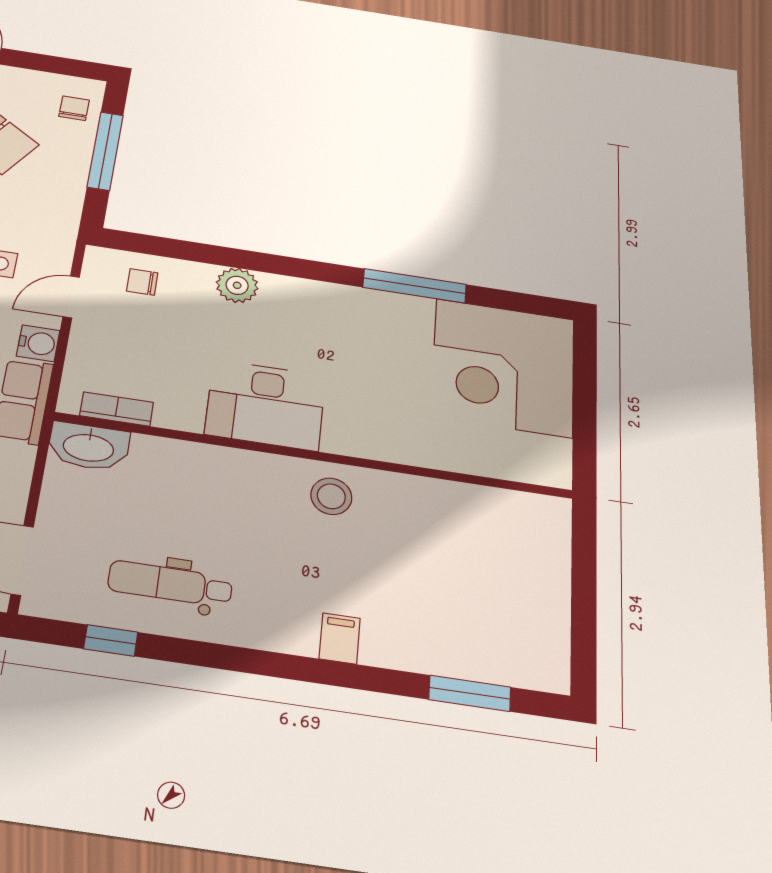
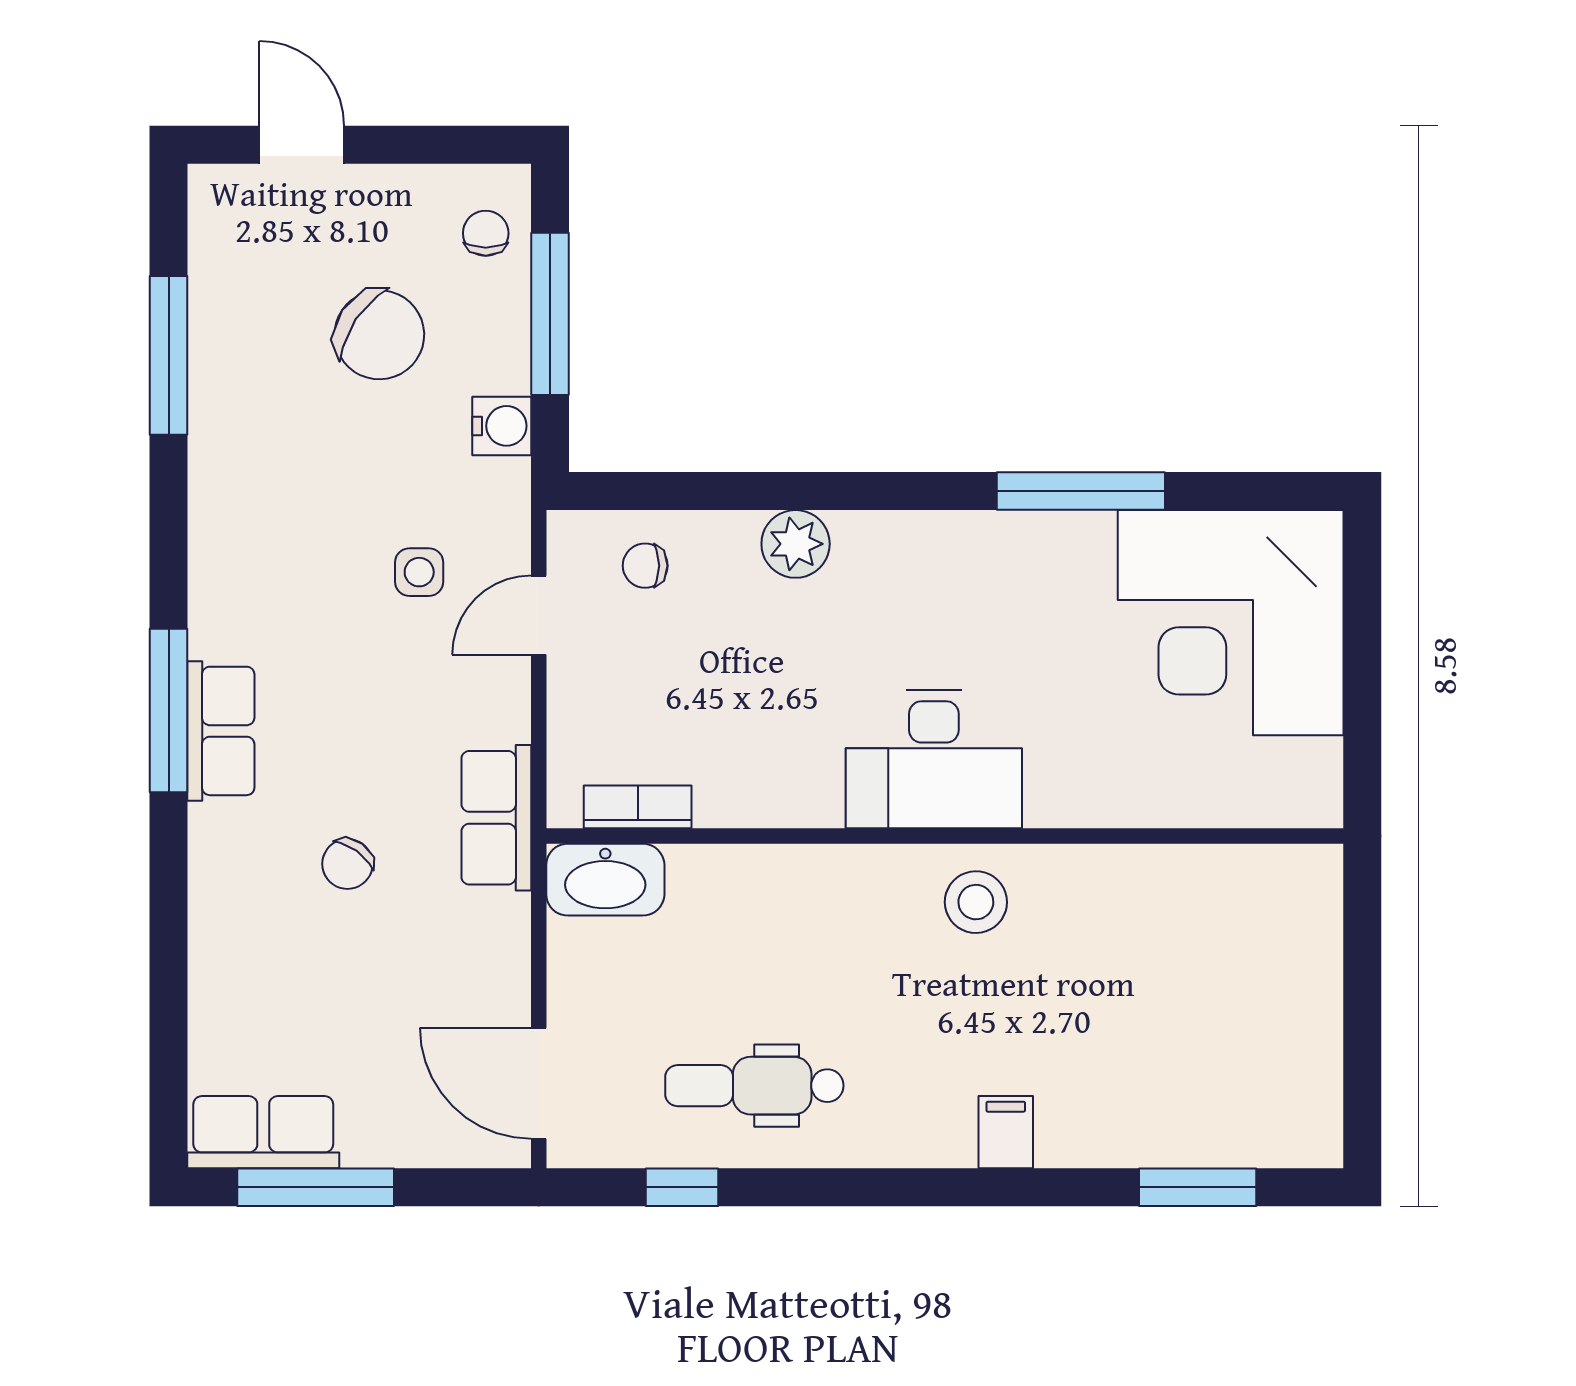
water cooler: (38, 343) -> (502, 426), moved
desk: (266, 405) -> (934, 759), moved

